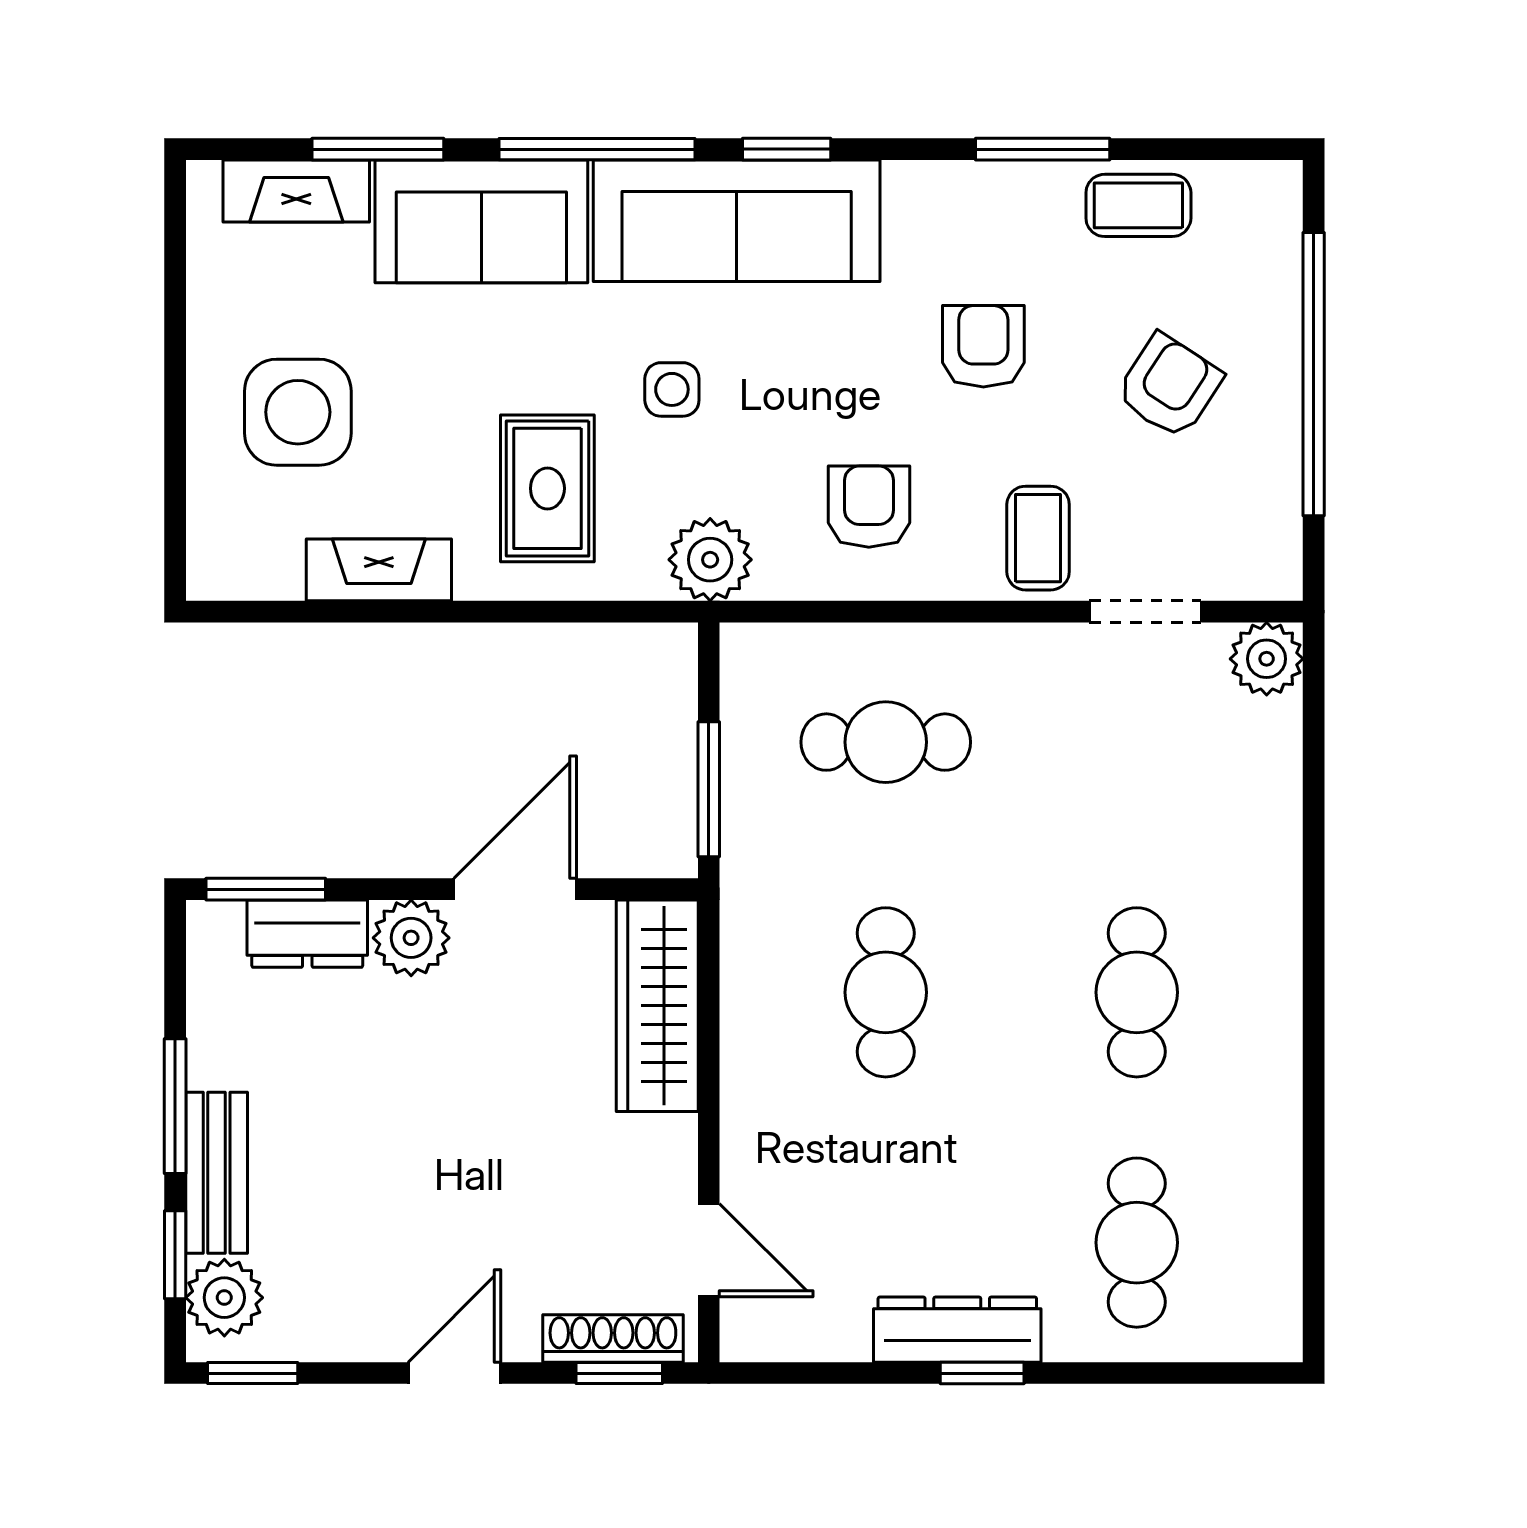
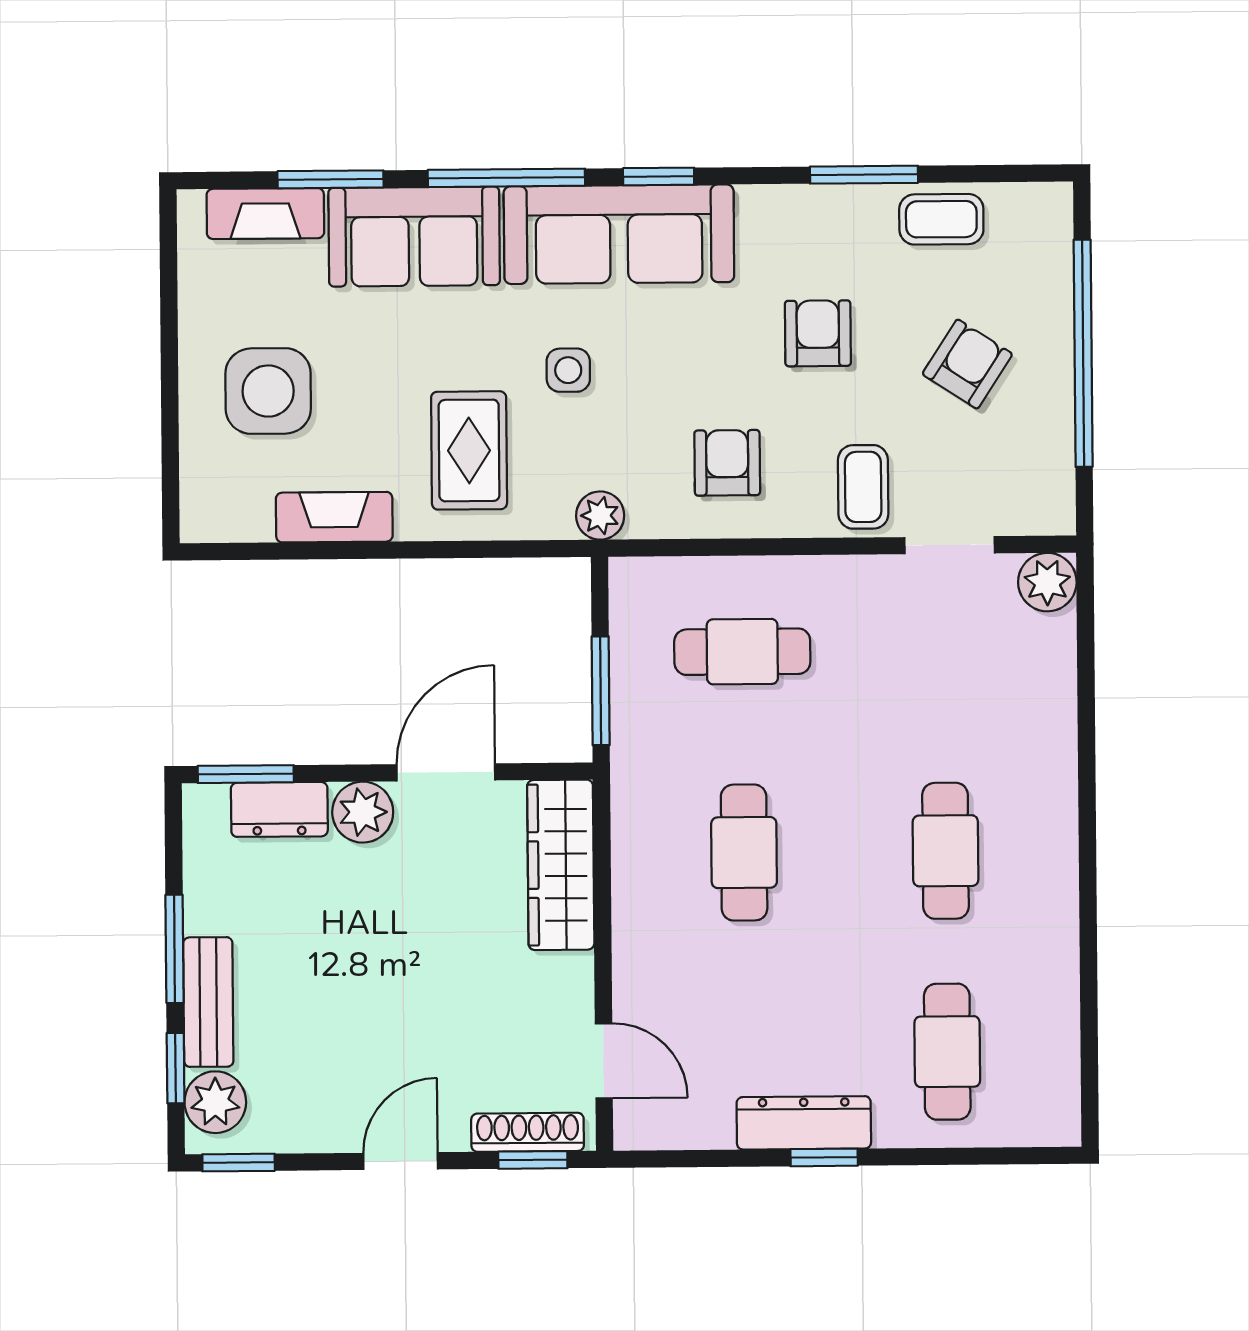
plant: (710, 560) -> (600, 516), width x0.73, depth x0.73

